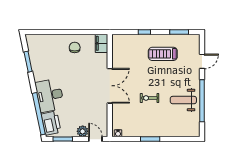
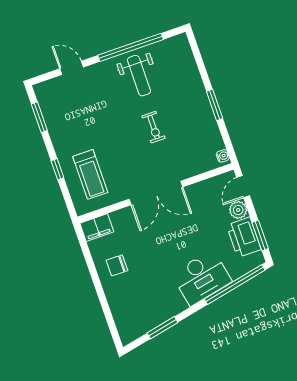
treadmill: (163, 54) -> (90, 174), moved
double door: (110, 86) -> (156, 193), swing flipped
printer: (51, 123) -> (244, 237), moved, turned -78

